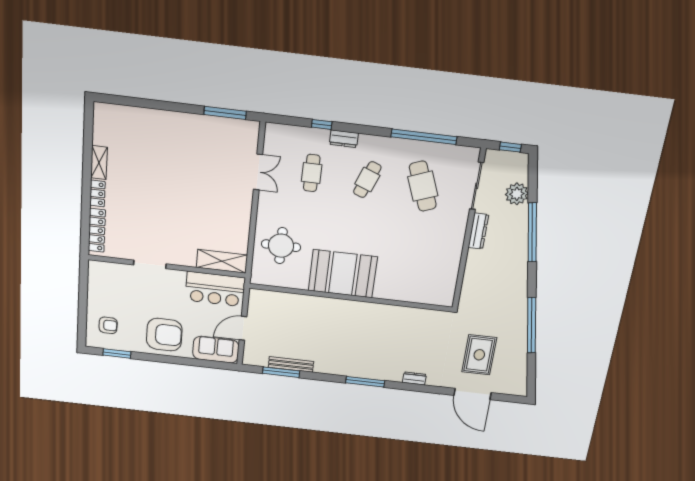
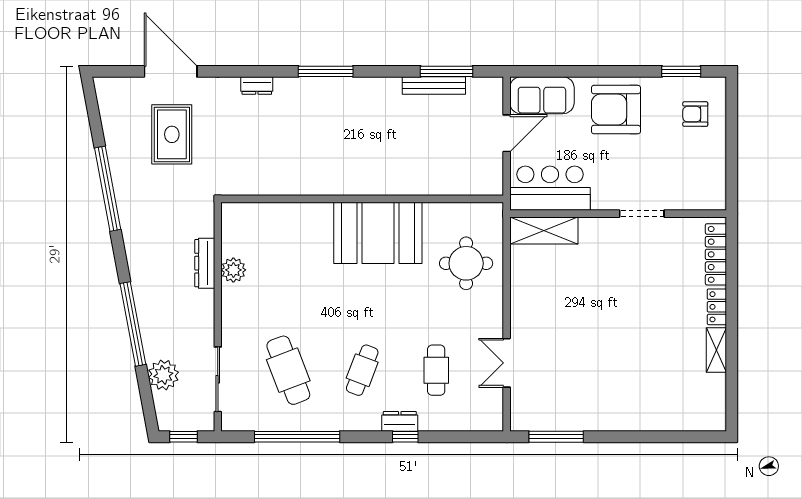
window: (322, 124) -> (405, 437), moved
dresser: (478, 231) -> (205, 263), moved
plant: (452, 261) -> (233, 270), added

